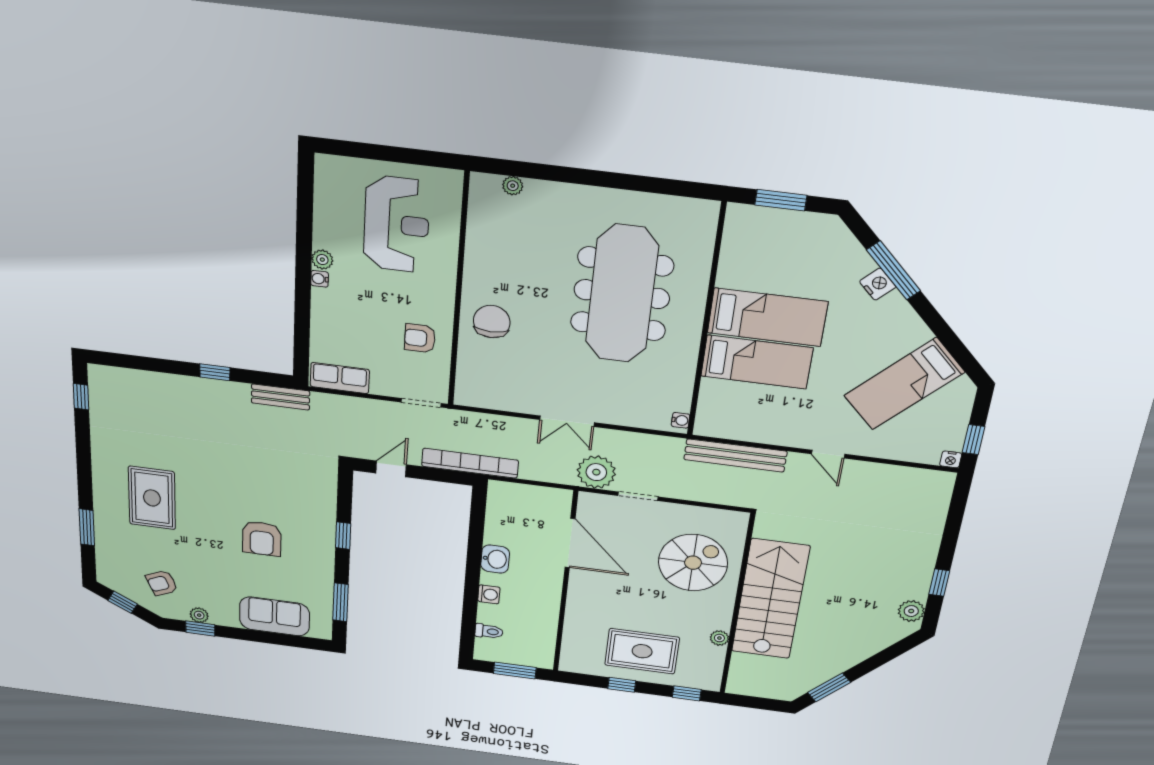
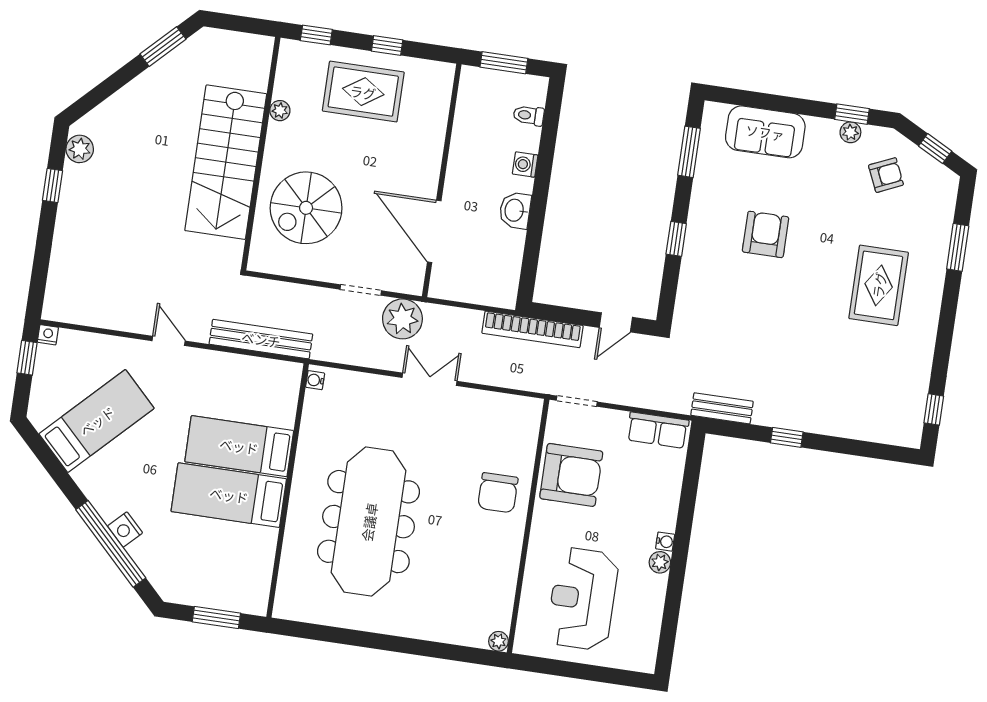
plant: (513, 186) -> (498, 641), moved
window: (894, 270) -> (111, 544), width x1.46
armchair: (420, 338) -> (571, 475), width x1.88, depth x1.88

